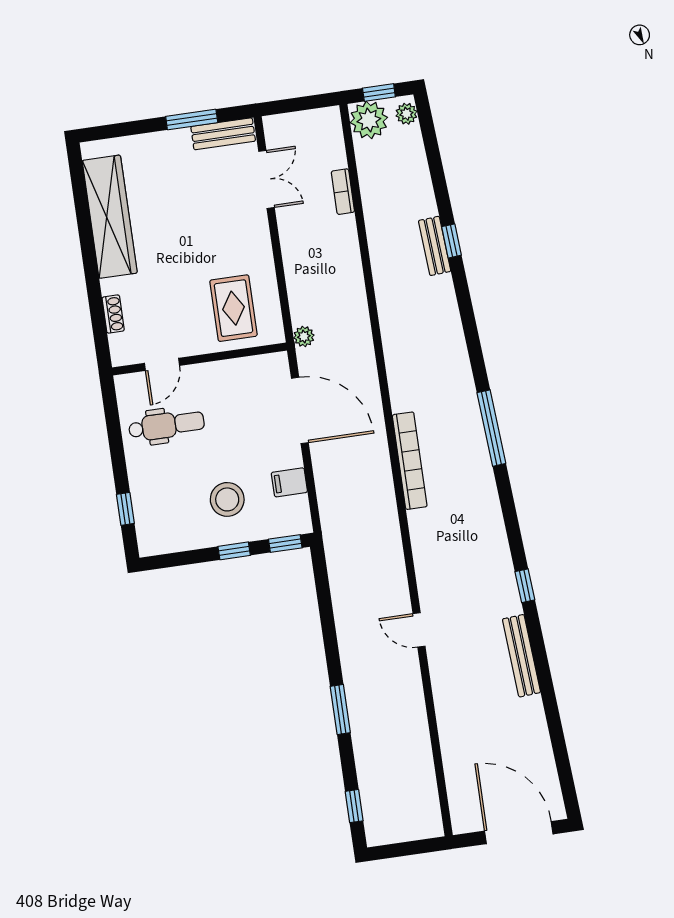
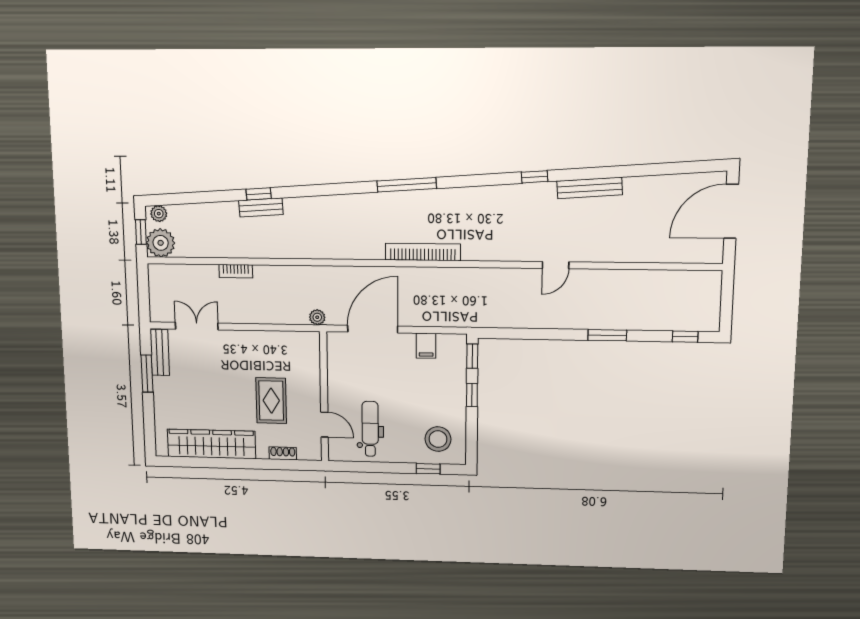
bookcase: (343, 192) -> (236, 271), moved
rug: (233, 308) -> (271, 401), moved, turned 90
stool: (227, 499) -> (438, 439), moved

